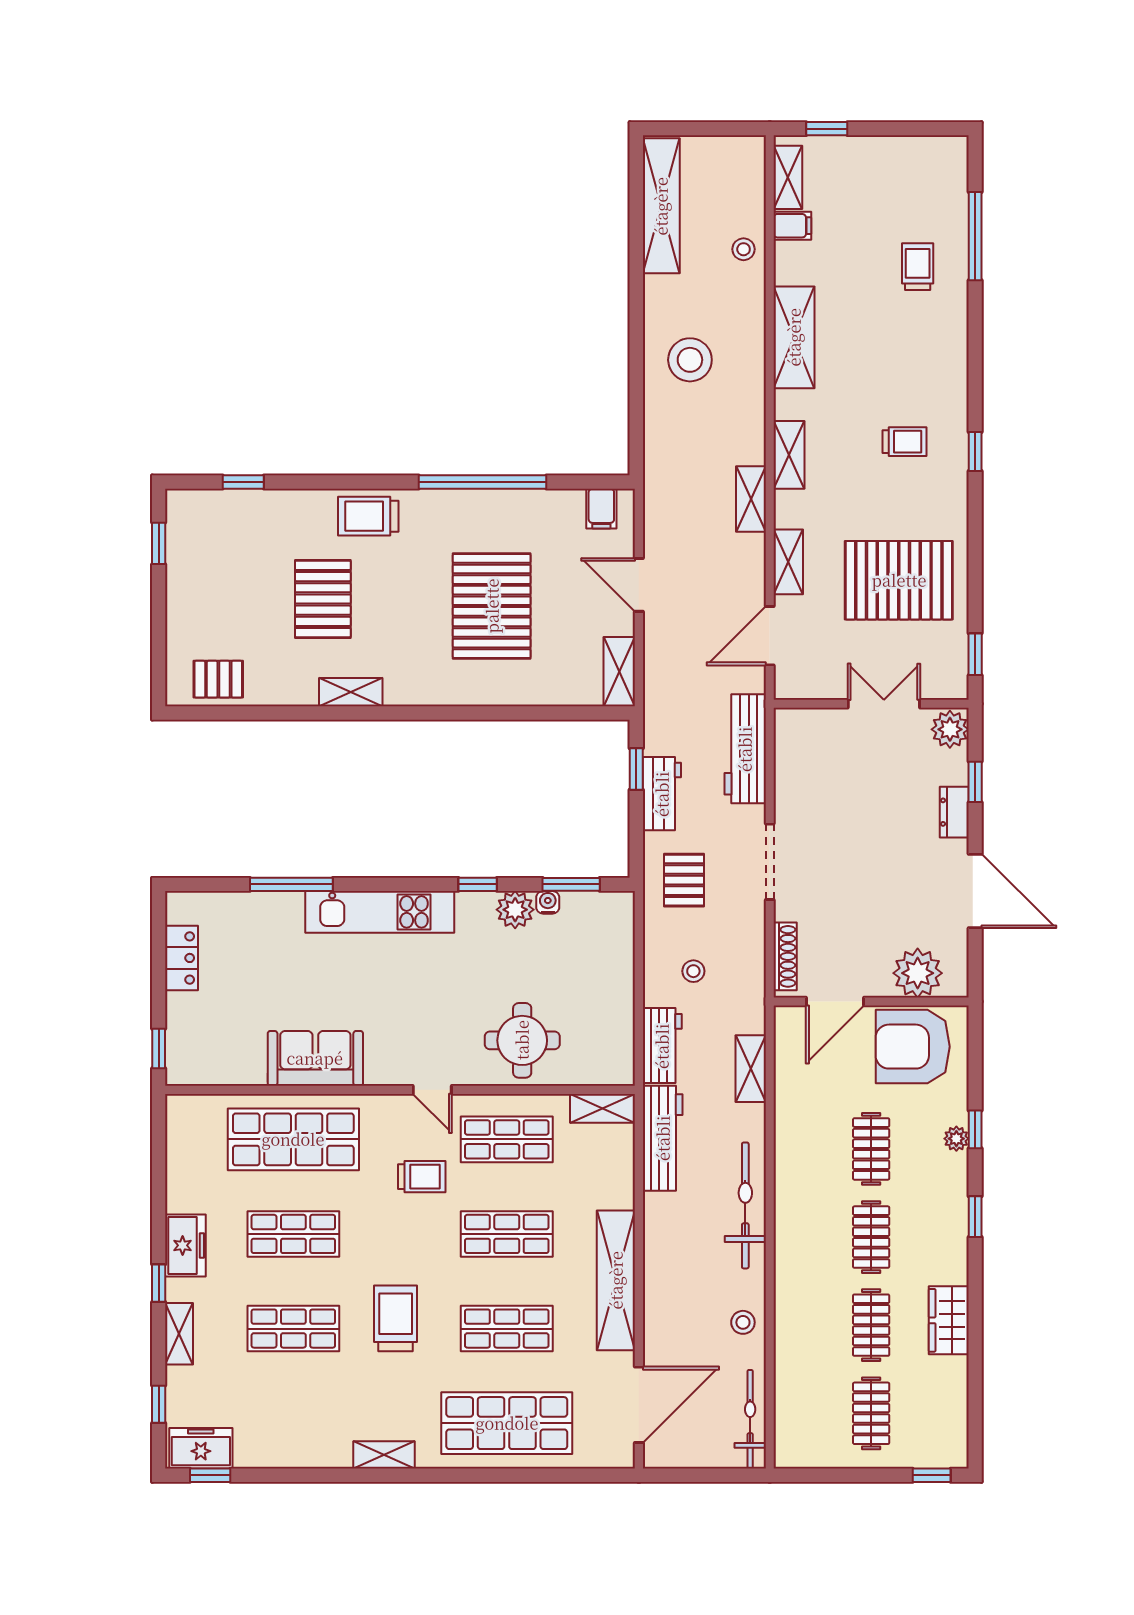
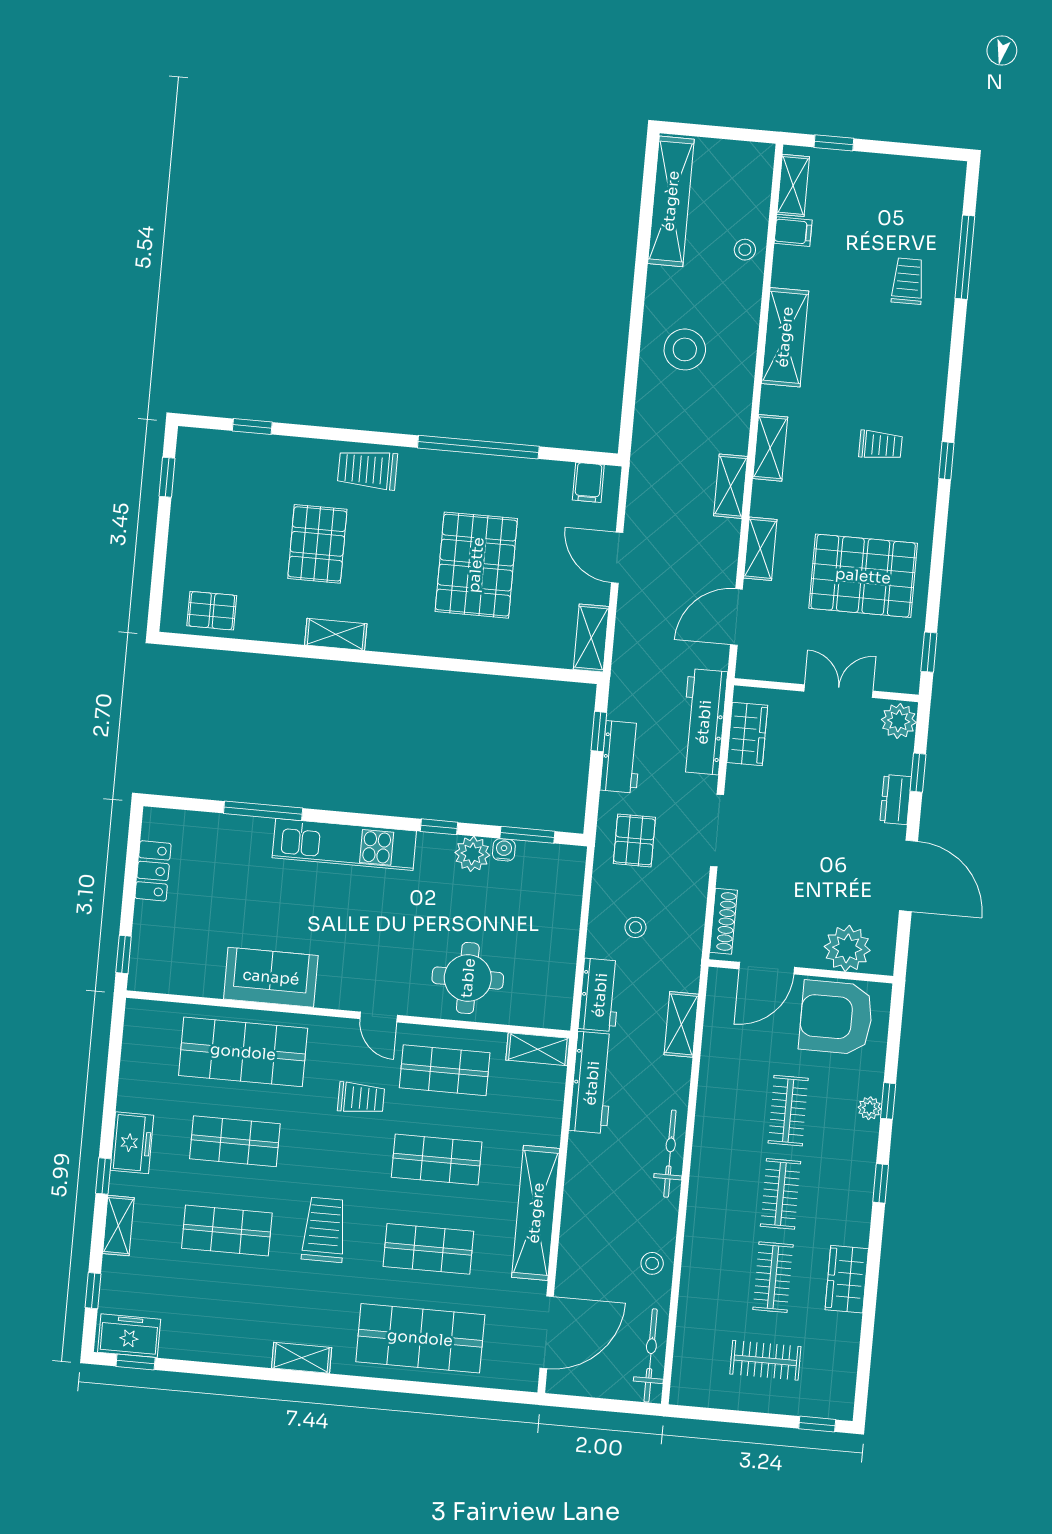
wardrobe: (792, 757) -> (747, 734), added
bicycle: (745, 1205) -> (670, 1154), width x0.73, depth x0.71
clothes rail: (871, 1413) -> (765, 1360), turned 90

